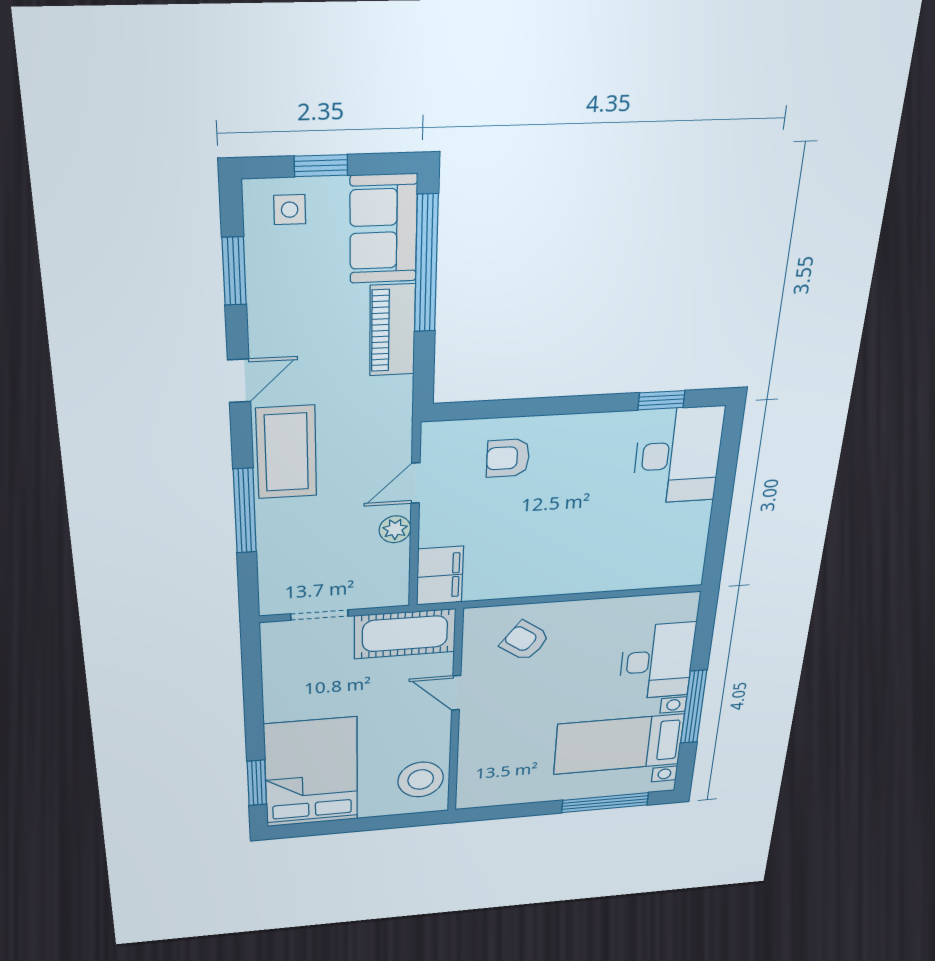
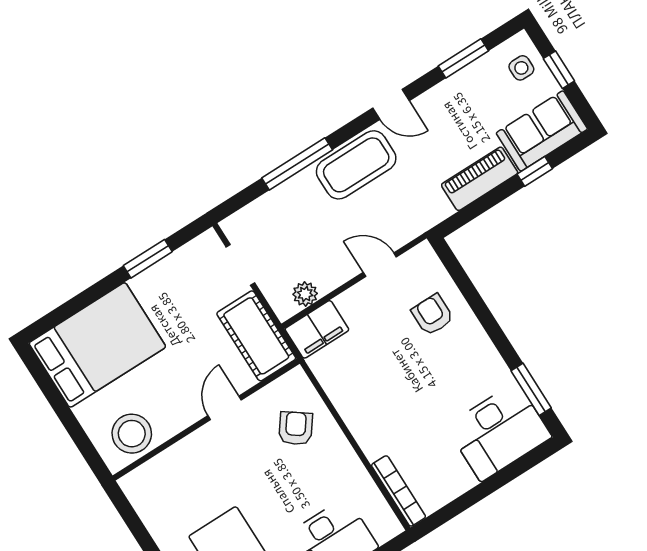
window: (426, 264) -> (535, 171), width x0.32
window: (661, 400) -> (531, 389), width x1.50
plant: (395, 529) -> (305, 294), moved
bookcase: (659, 579) -> (399, 491), added
window: (257, 783) -> (148, 259), moved

